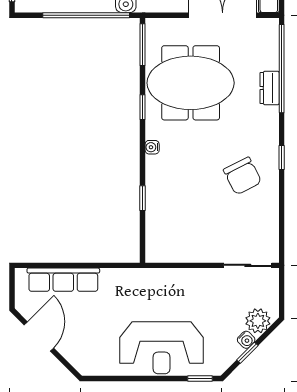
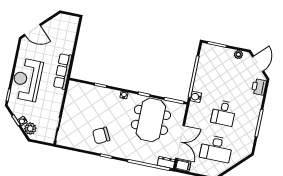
dresser: (270, 88) -> (166, 162), moved
row of seats: (63, 280) -> (63, 71), moved
door: (39, 336) -> (32, 30), moved

